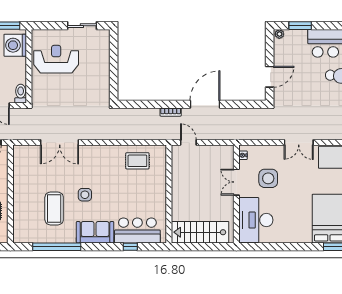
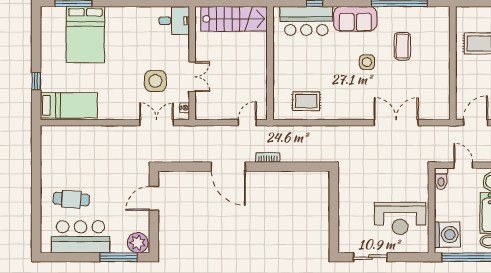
window: (300, 26) -> (119, 257), width x1.44
plant: (279, 34) -> (138, 243), width x1.88, depth x1.88
door: (205, 104) -> (228, 167), hinge flipped
door: (188, 142) -> (247, 123), swing flipped
double door: (299, 142) -> (157, 123), moved
coffee table: (54, 208) -> (402, 46), width x0.73, depth x0.76
desk: (256, 220) -> (174, 21), width x0.53, depth x0.77

